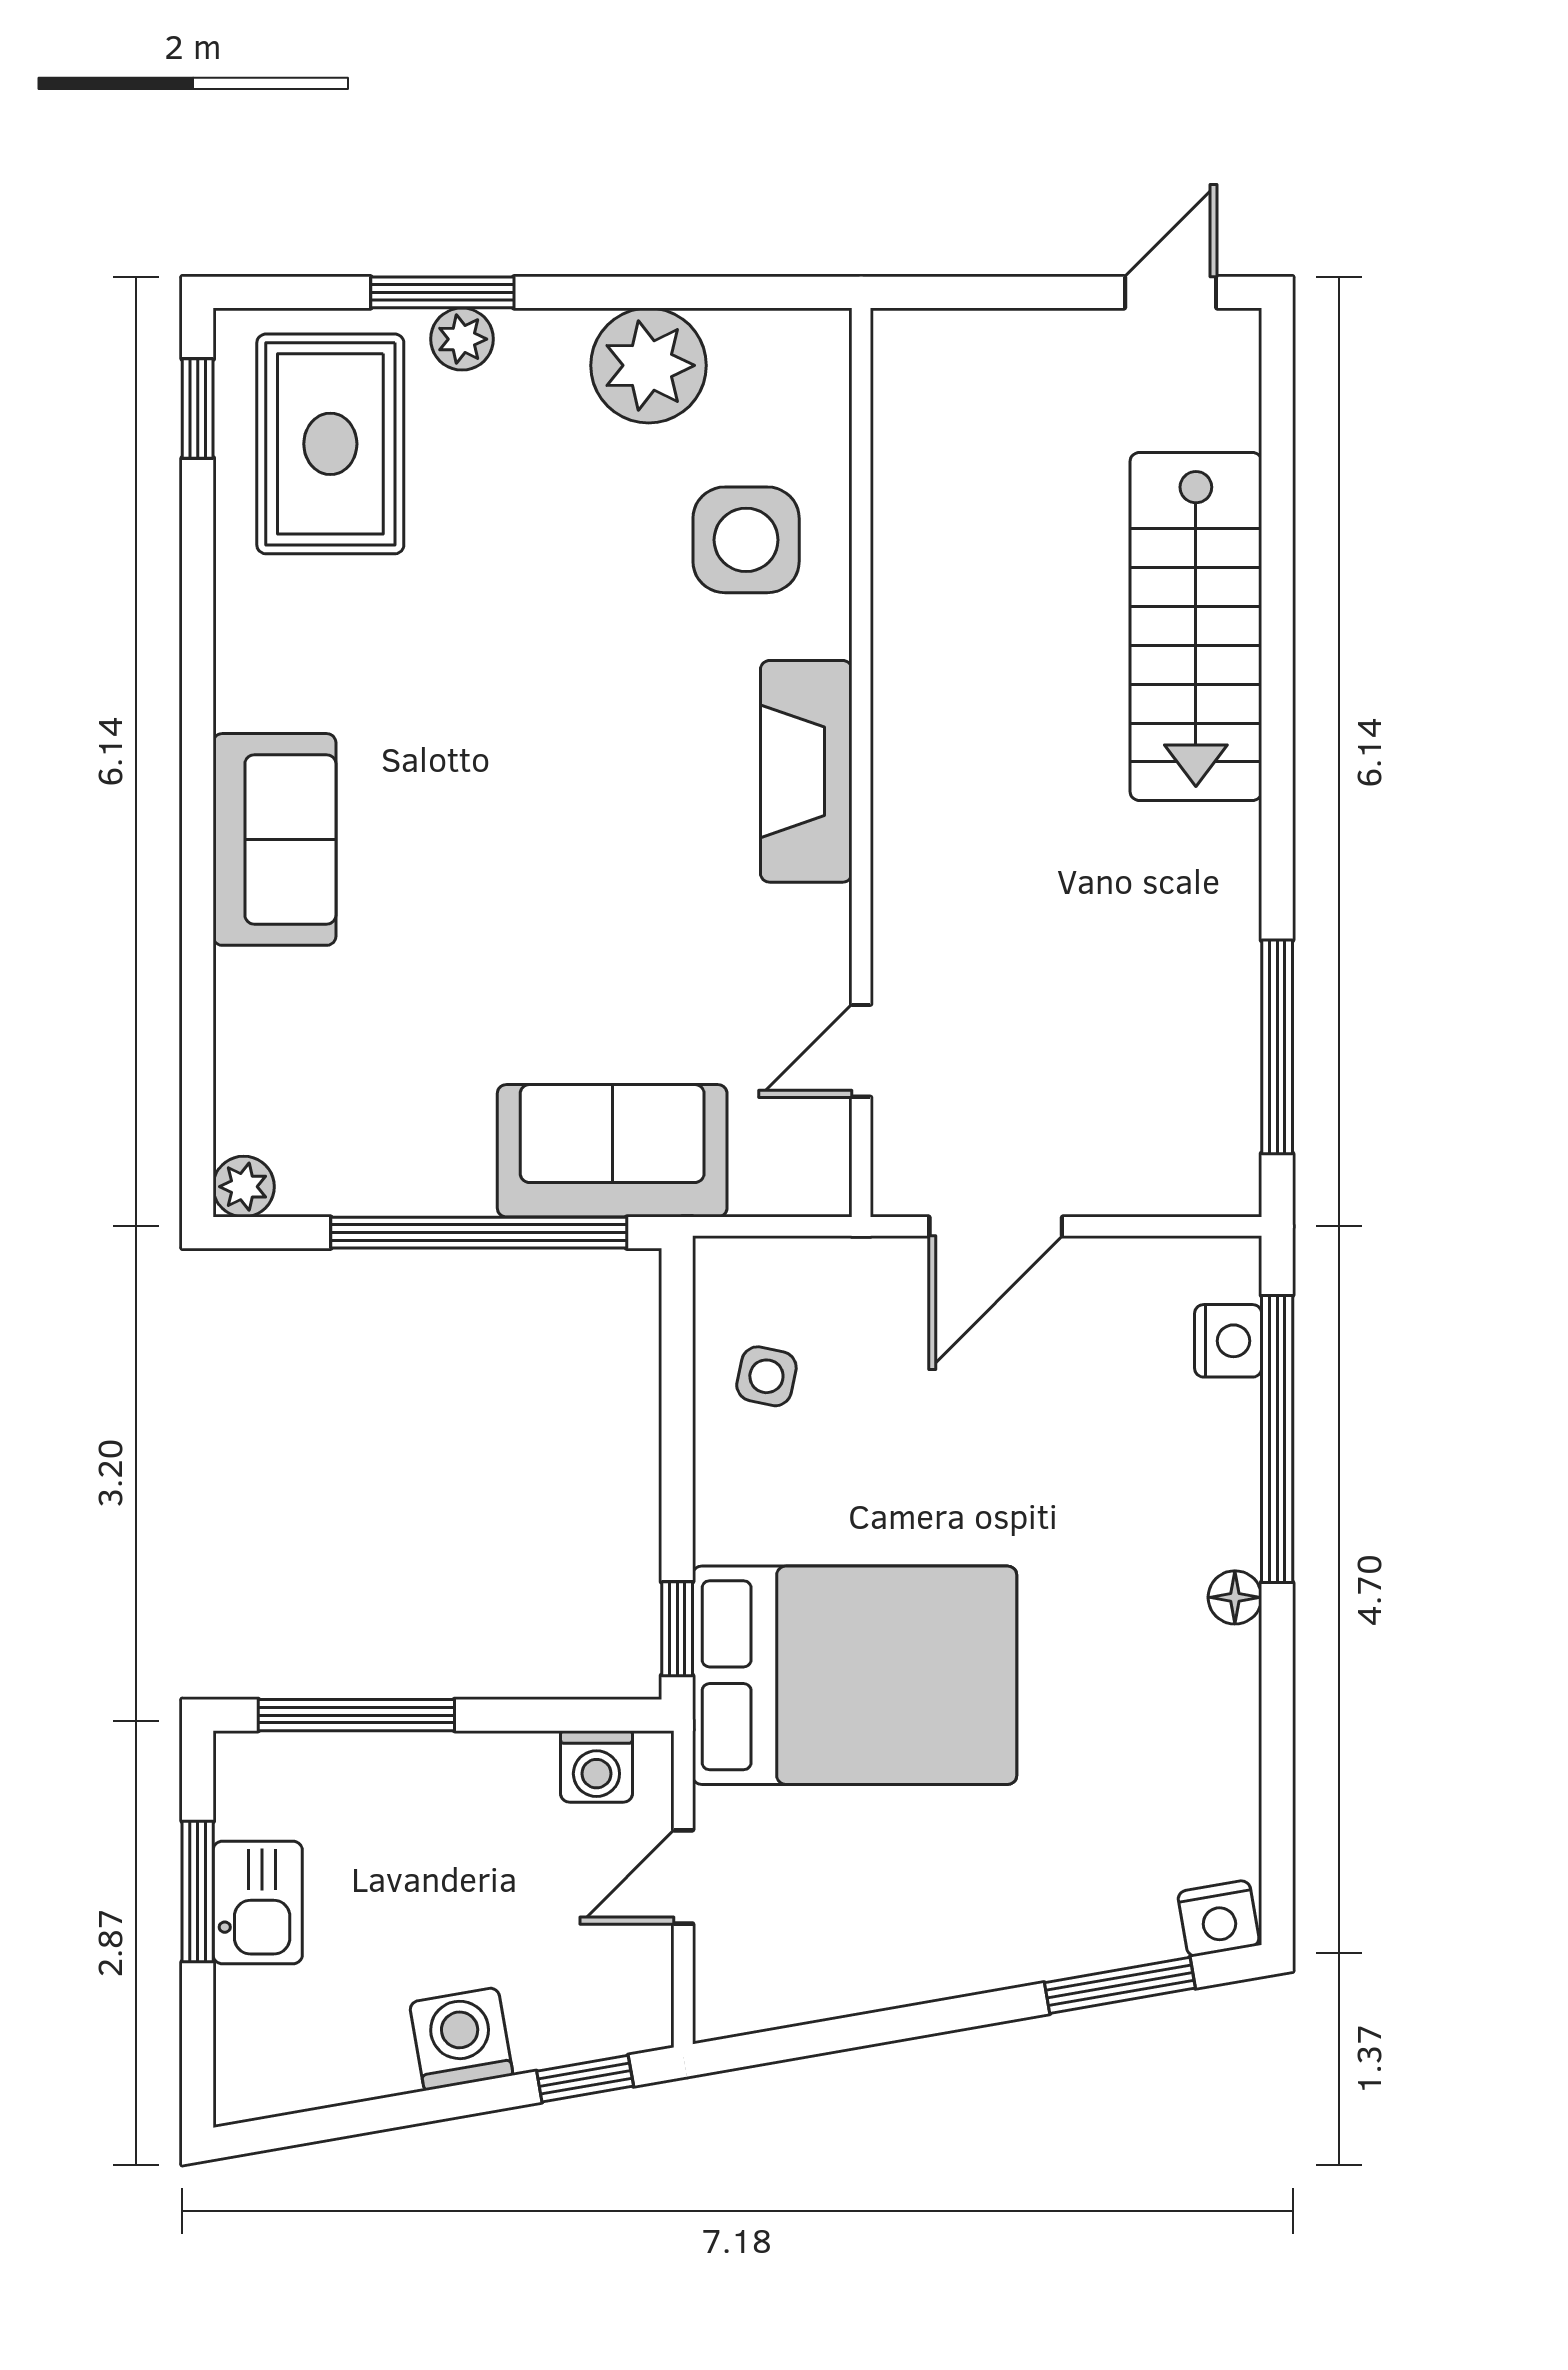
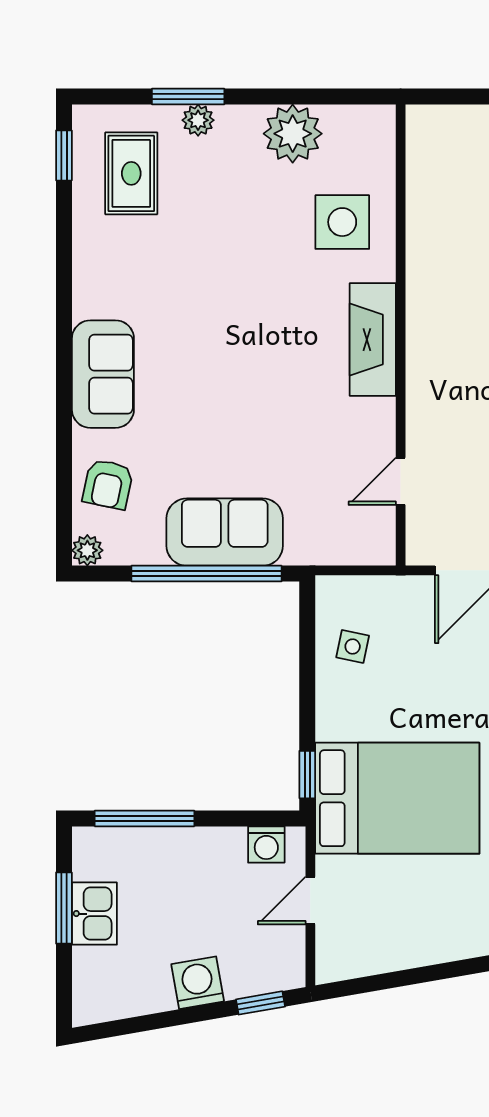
rug: (330, 444) -> (131, 173), width x0.73, depth x0.70
armchair: (284, 1057) -> (108, 484), added
sofa: (612, 1151) -> (225, 532), moved

